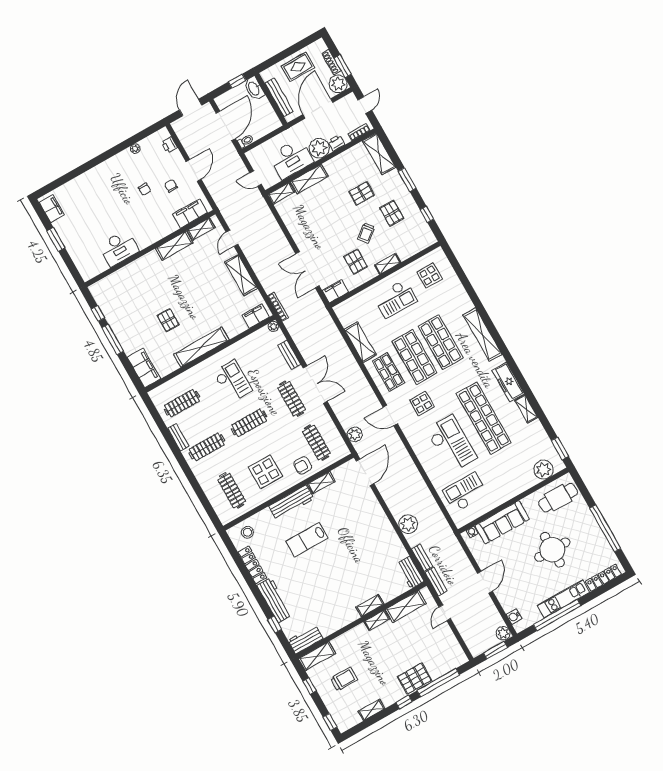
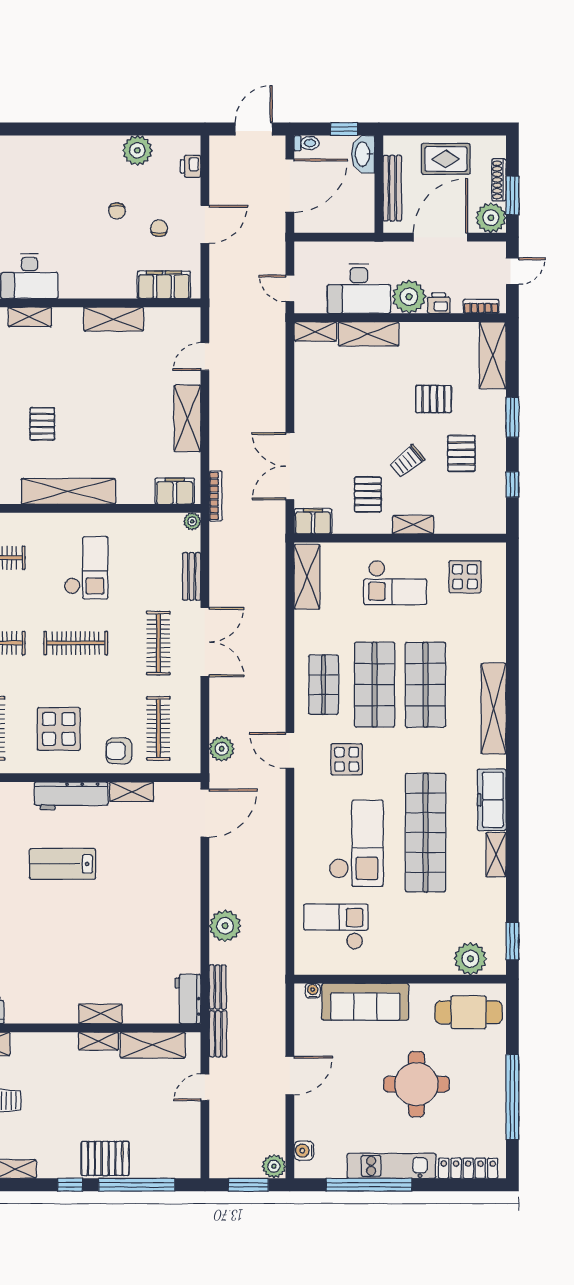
toilet: (246, 141) -> (307, 143), moved
plant: (135, 149) -> (137, 150), width x1.87, depth x1.87
shelving: (201, 229) -> (30, 317), moved
shelving: (360, 342) -> (307, 577), moved

